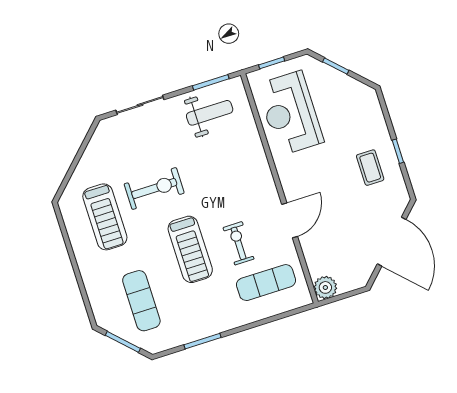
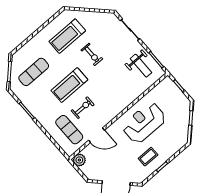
reception desk: (290, 113) -> (144, 123), moved
exercise bike: (154, 188) -> (92, 54), width x0.73, depth x0.72
door: (290, 220) -> (97, 135), moved

